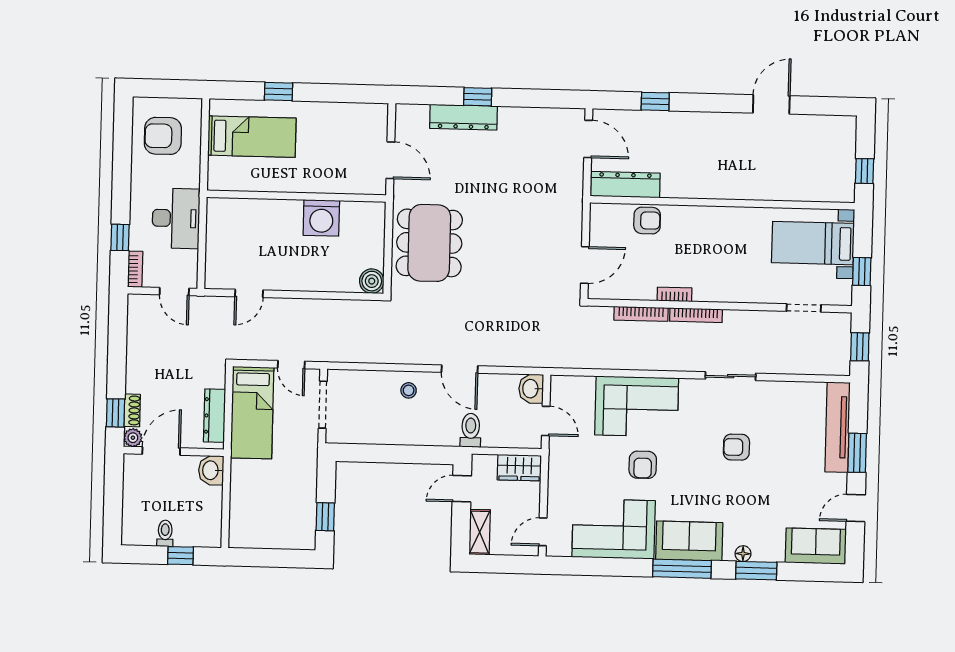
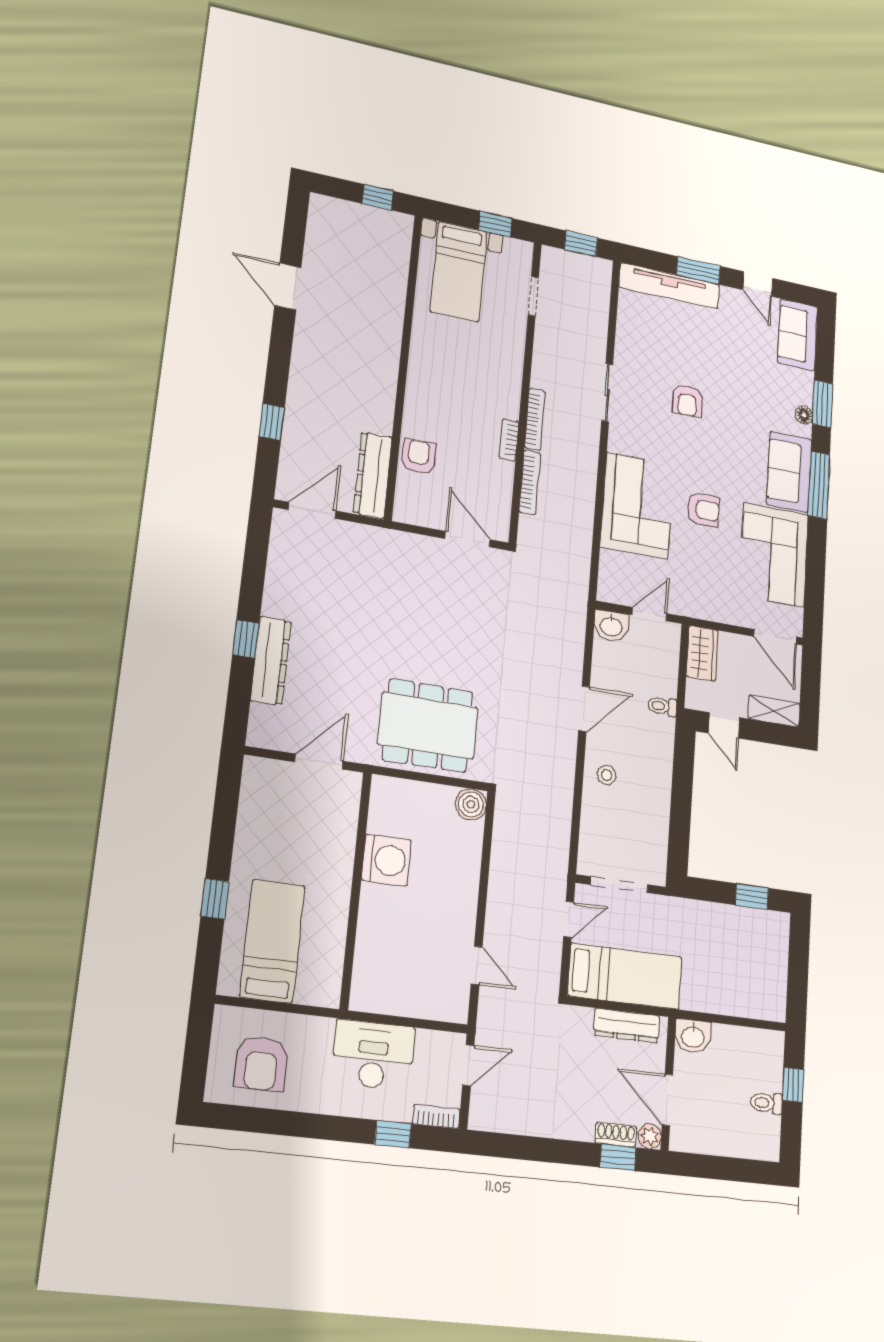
toilet: (471, 430) -> (662, 706), width x0.73, depth x0.72
door: (543, 532) -> (775, 637), width x1.38

